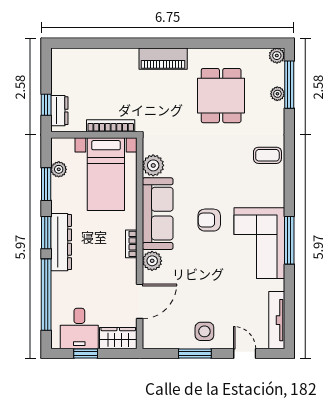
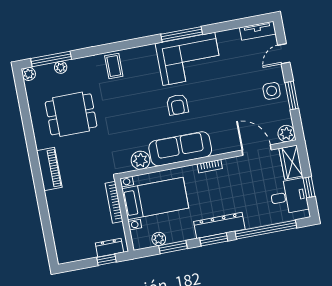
plant: (152, 261) -> (286, 134), moved
tv unit: (277, 320) -> (258, 31), width x0.71

